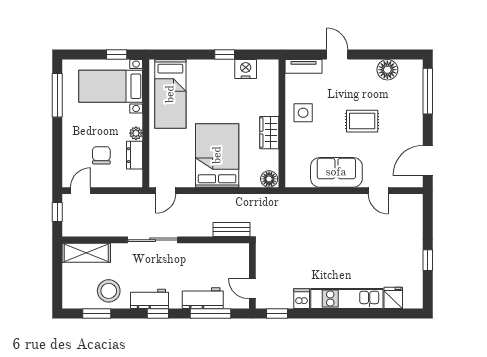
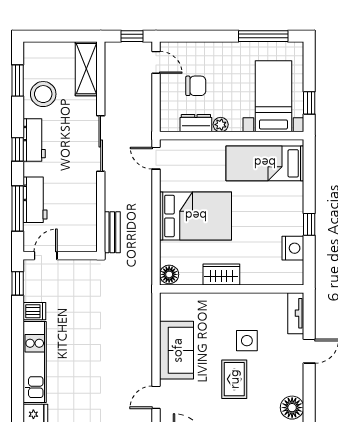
side table: (303, 113) -> (247, 341), moved

